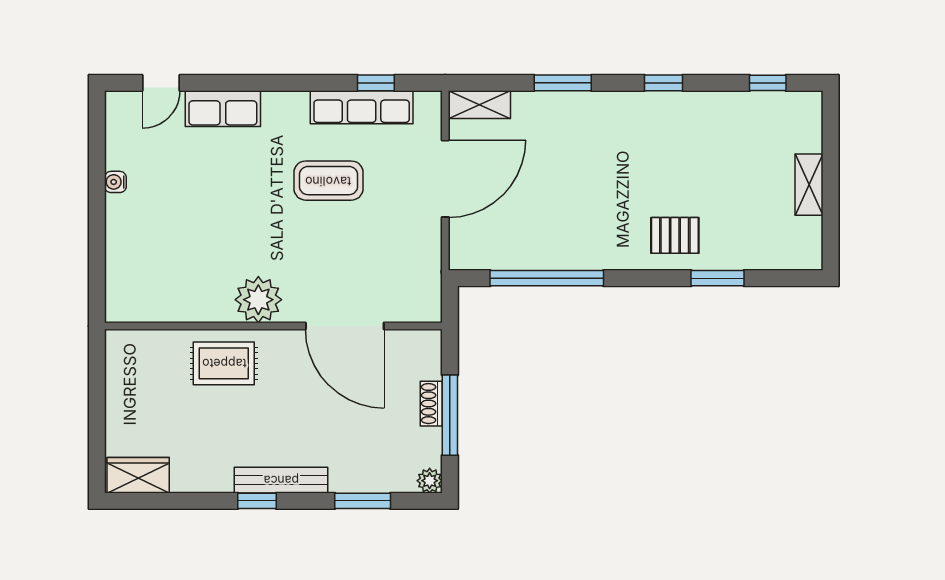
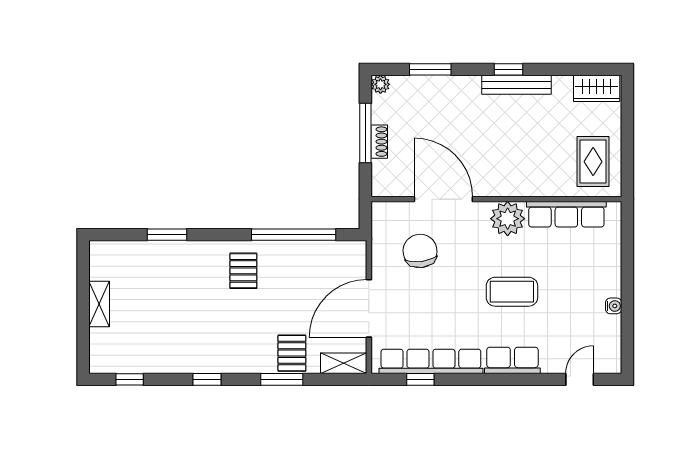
row of seats: (362, 107) -> (431, 361), width x1.36
row of seats: (223, 109) -> (512, 360), moved
pallet: (549, 118) -> (292, 353), added
coffee table: (328, 181) -> (512, 292), moved
pallet: (675, 235) -> (243, 271), moved, turned 90
chair: (376, 256) -> (420, 251), added
row of seats: (179, 306) -> (566, 214), added
rug: (224, 363) -> (593, 162), moved, turned 90
bench: (281, 480) -> (517, 85), moved

